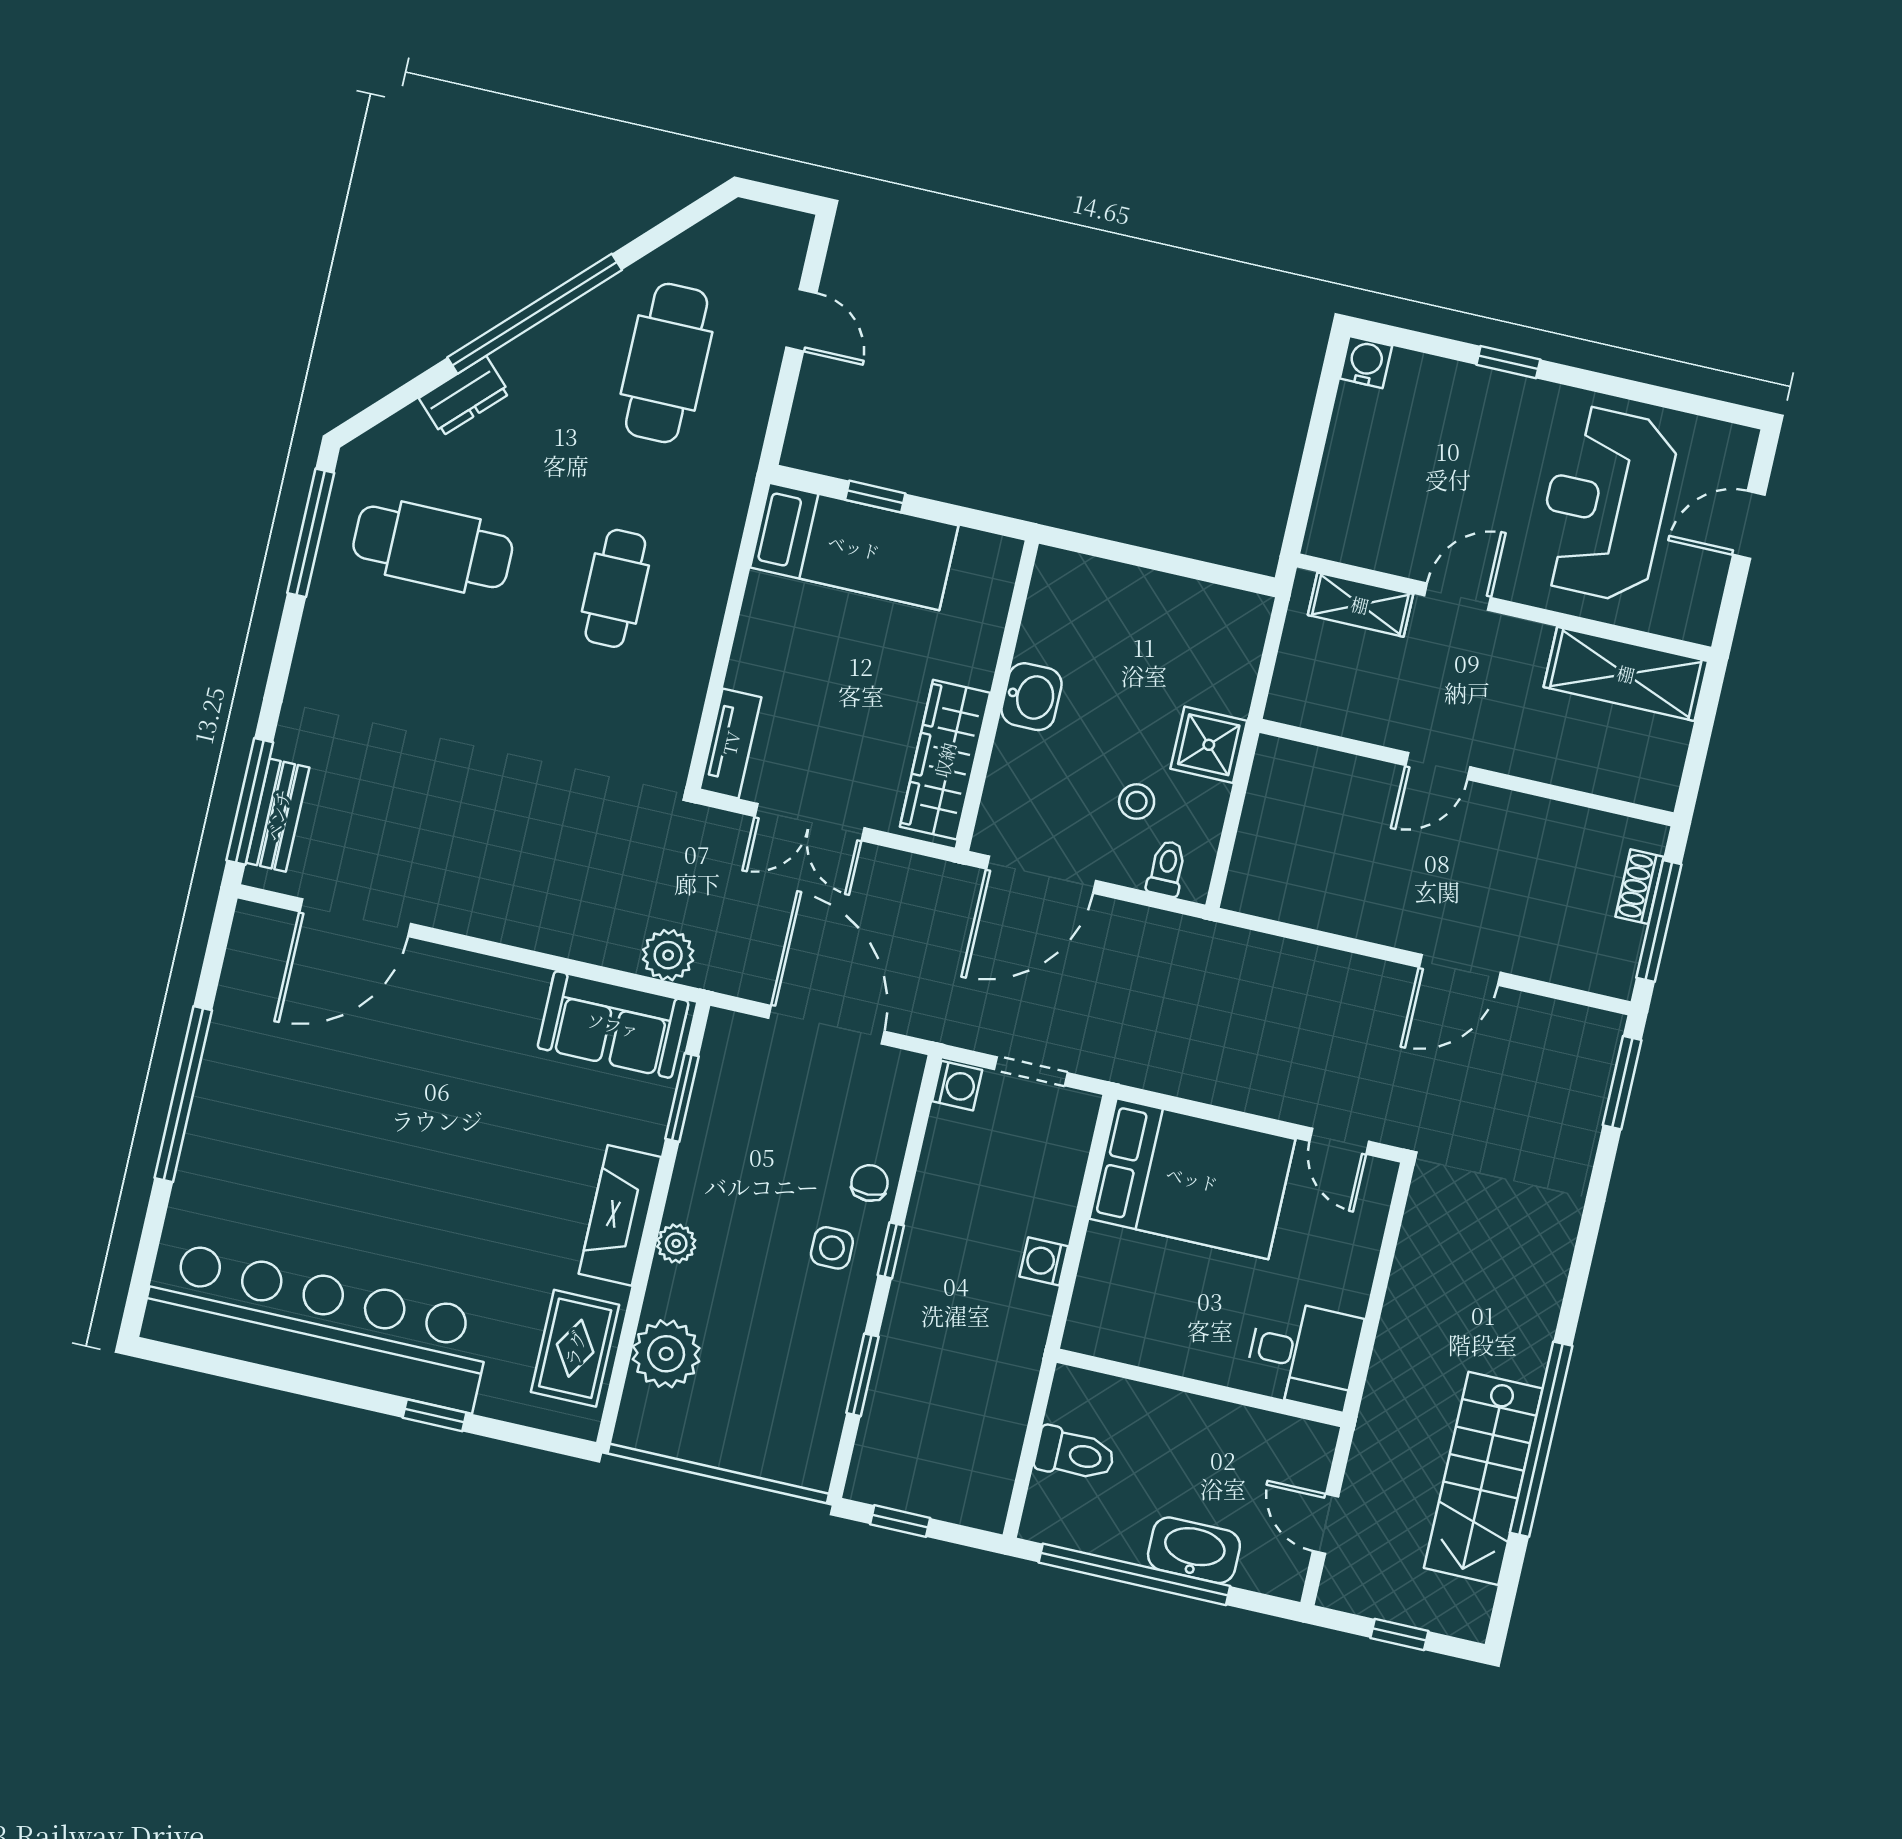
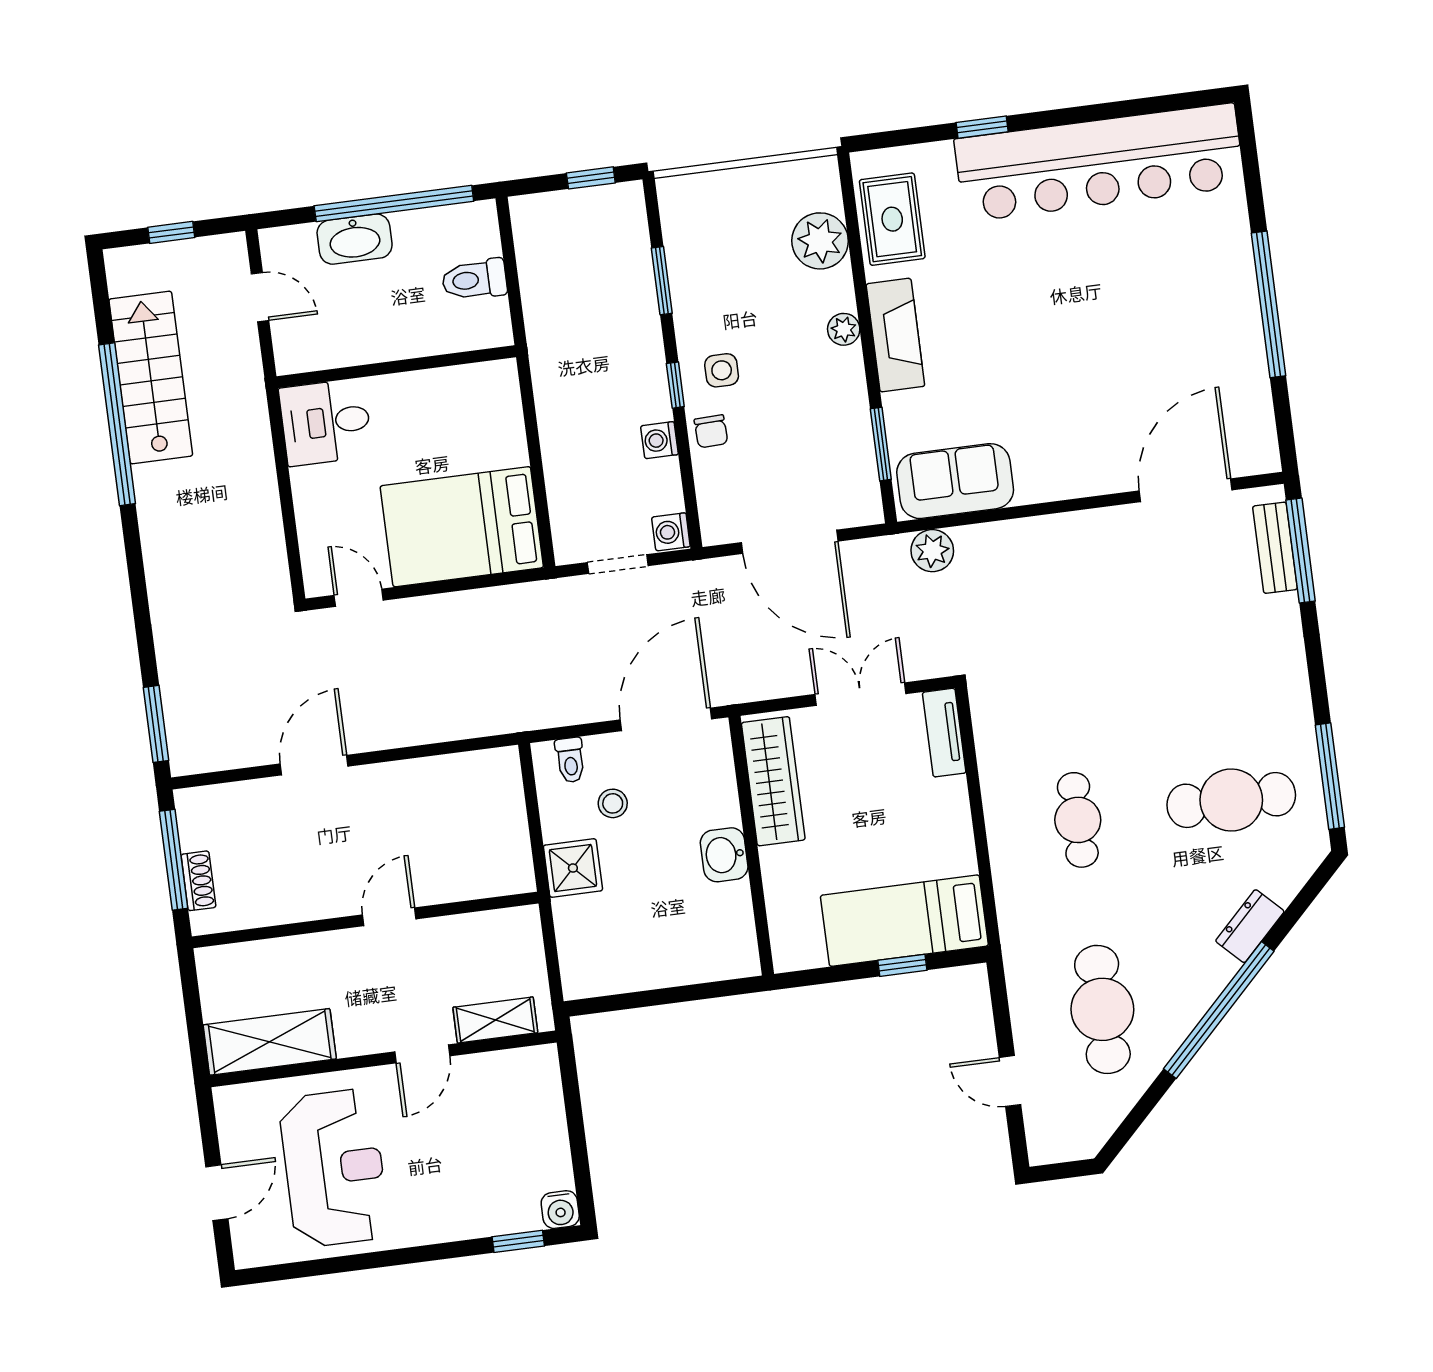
window: (1508, 362) -> (518, 1241), moved
washing machine: (1044, 1261) -> (659, 440), moved, turned 180

